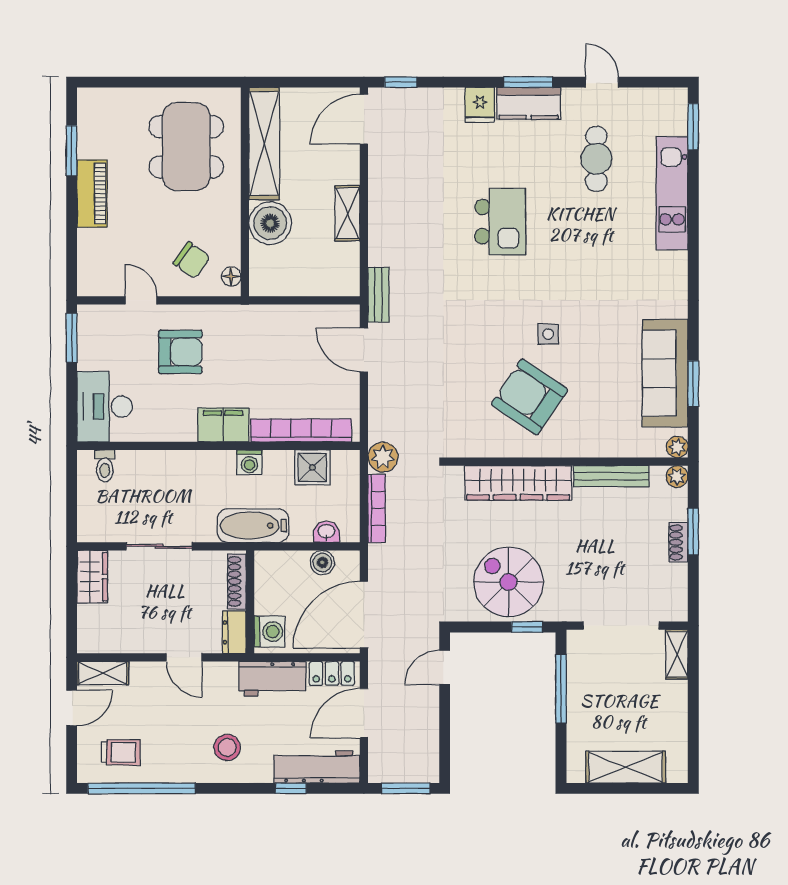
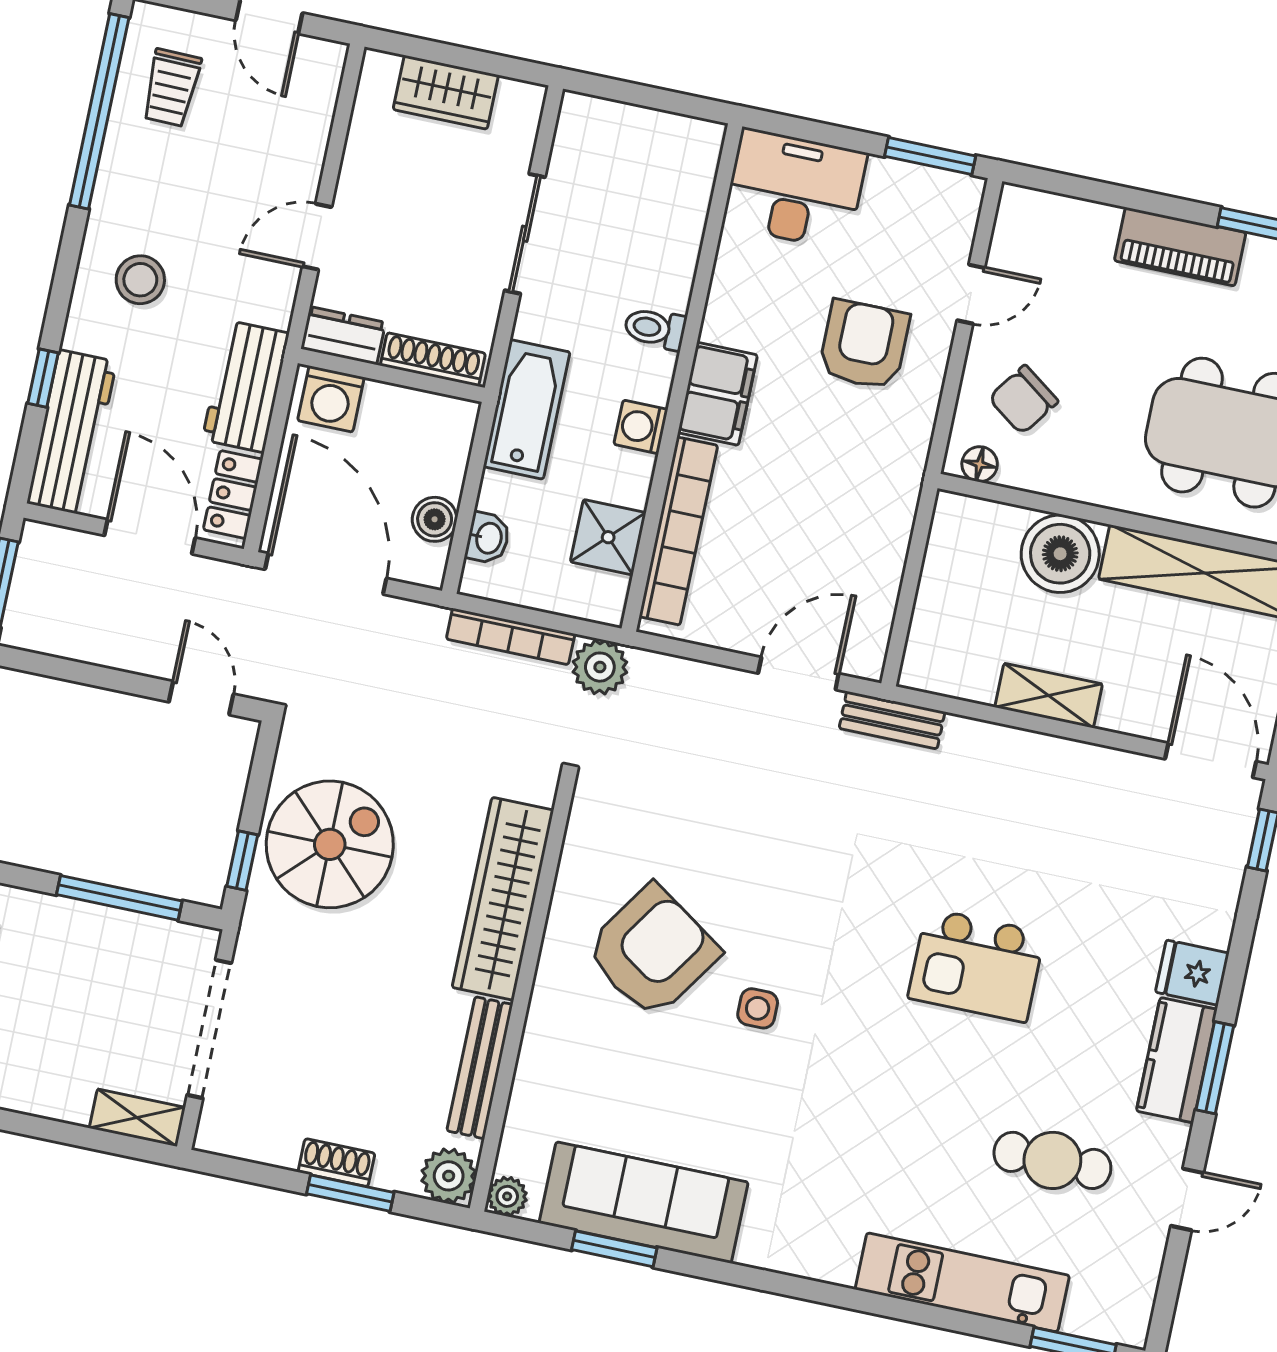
armchair: (180, 352) -> (864, 345), turned 180
toilet: (105, 466) -> (655, 328), moved
plant: (677, 477) -> (449, 1176), width x1.38, depth x1.38
wardrobe: (92, 577) -> (446, 92), moved
shelving: (103, 673) -> (320, 86), removed

